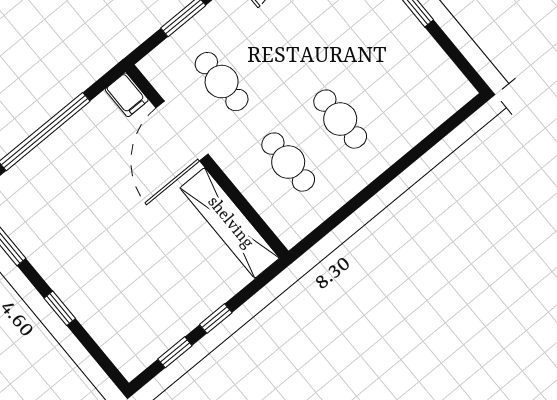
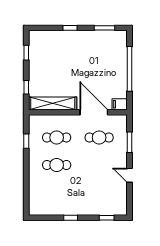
window: (343, 214) -> (26, 141), added
window: (216, 319) -> (26, 87), moved

